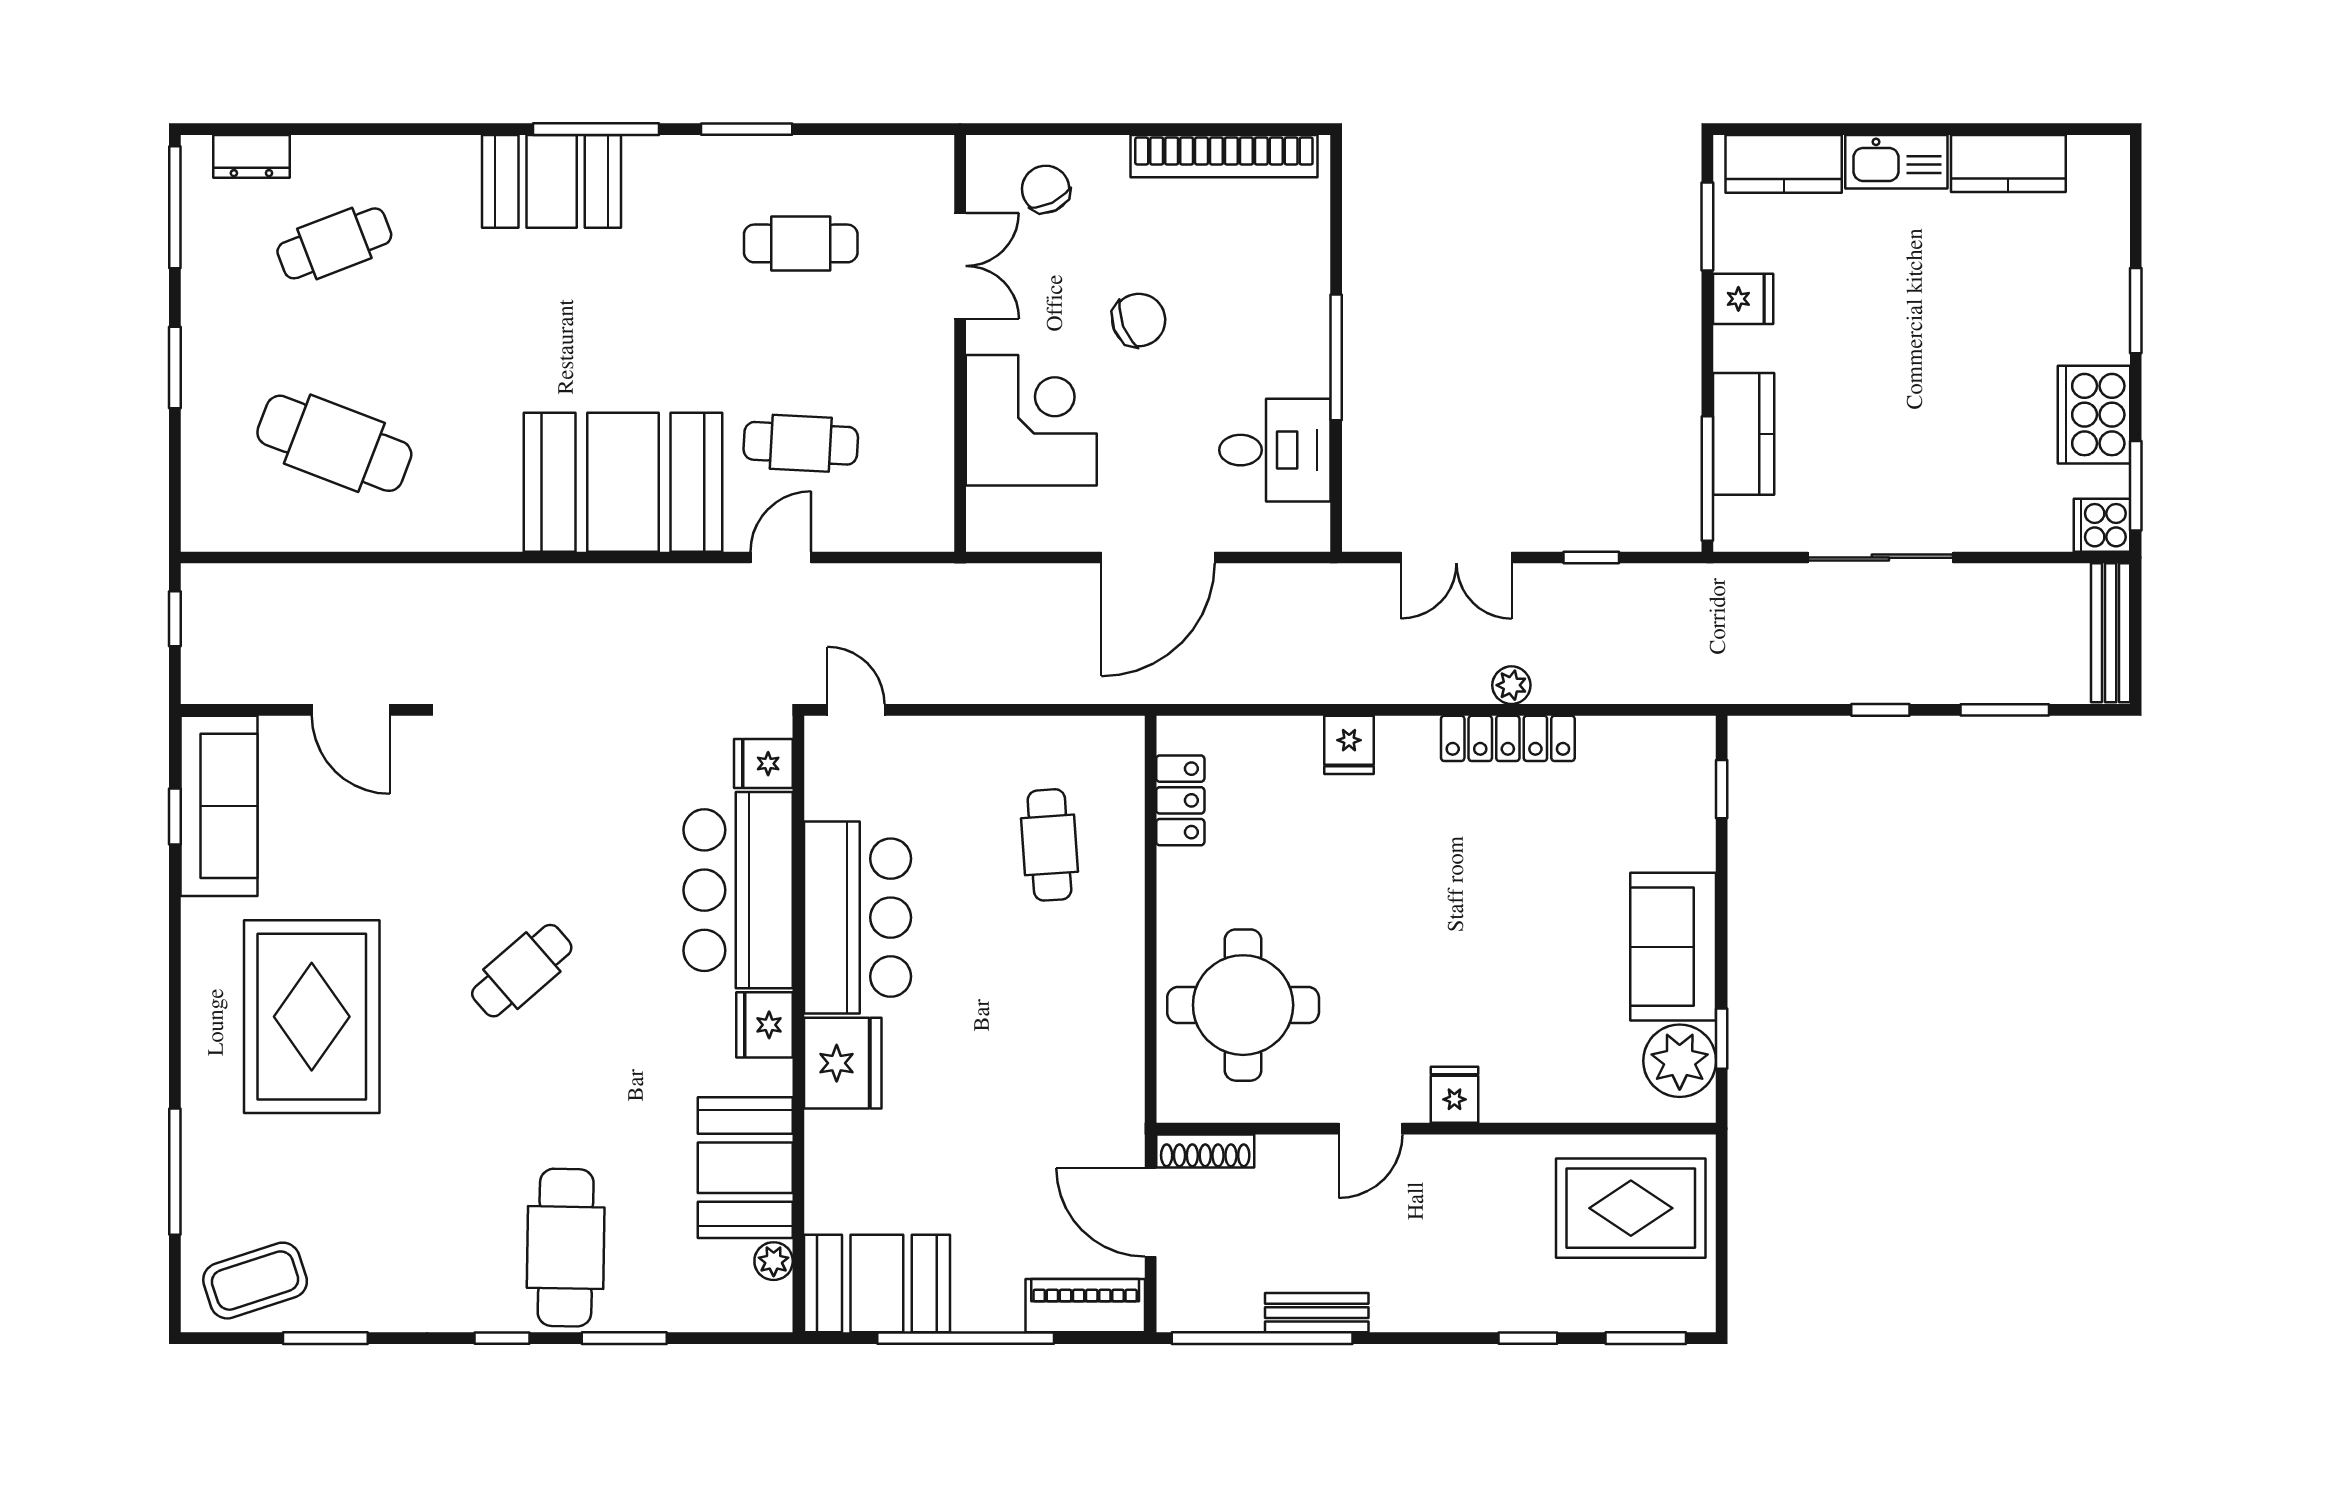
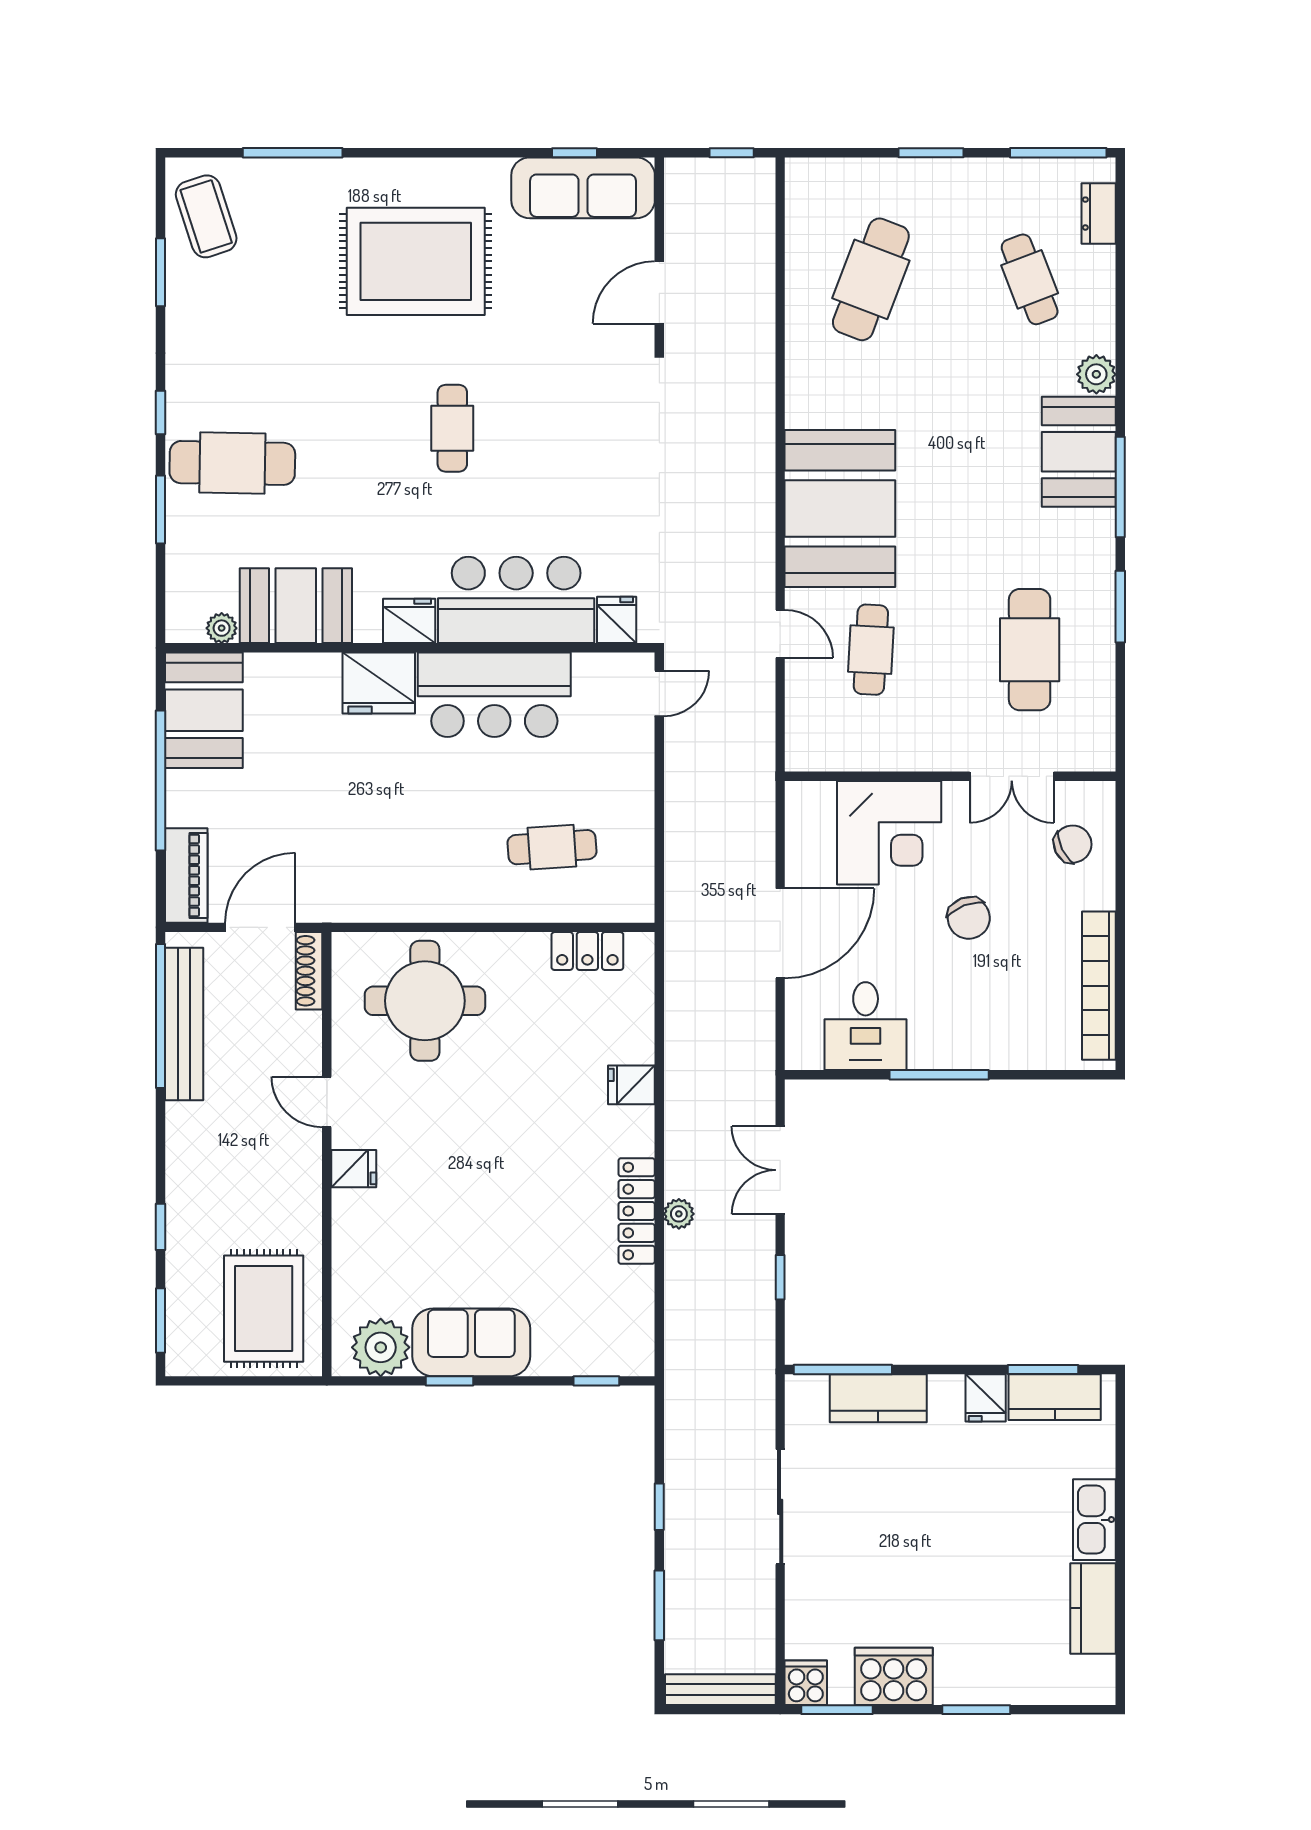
plant: (454, 159) -> (1096, 374), added
kitchen counter: (1784, 164) -> (1055, 1397), moved, turned -90
cafe table: (801, 243) -> (1030, 650), width x1.37, depth x1.35
door: (1158, 558) -> (780, 933), swing flipped
cafe table: (522, 971) -> (452, 428), turned 41
window: (1722, 1039) -> (449, 1381), moved
bench: (1317, 1313) -> (184, 1024), width x1.86, depth x1.21

